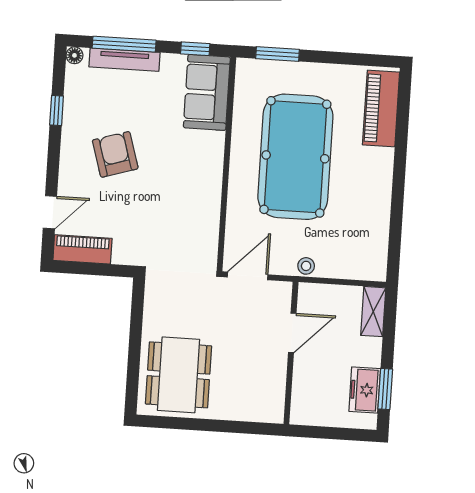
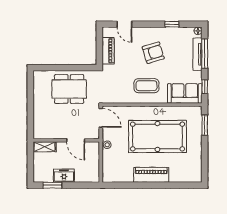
piano: (381, 109) -> (151, 175), moved
coffee table: (185, 174) -> (146, 86), added
piano: (82, 249) -> (108, 51), moved
shelving: (373, 312) -> (44, 147), moved
dining table: (179, 375) -> (69, 89), moved
freezer: (365, 390) -> (64, 176), moved

